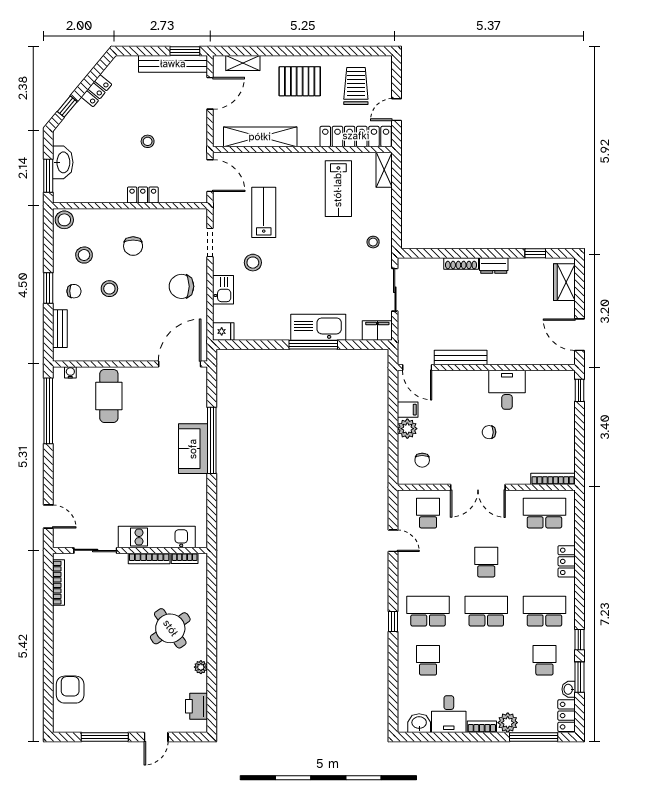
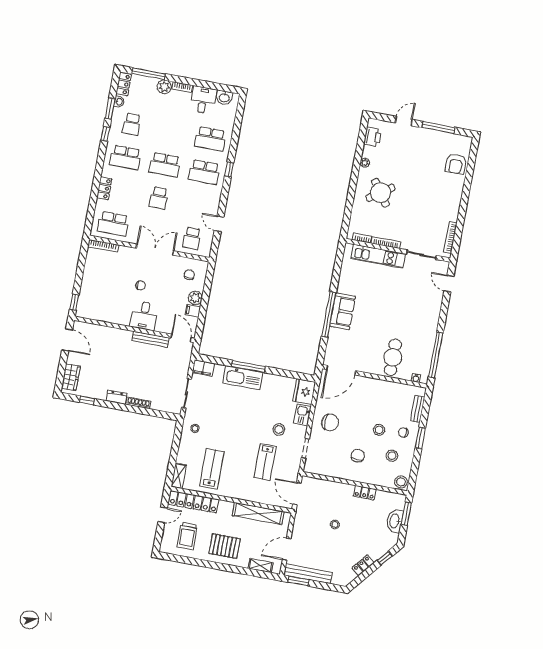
locker: (143, 195) -> (365, 493), moved
fridge: (223, 331) -> (304, 392), width x1.88, depth x1.34
desk: (507, 390) -> (144, 316), moved
school desk: (428, 660) -> (210, 139), width x1.85

